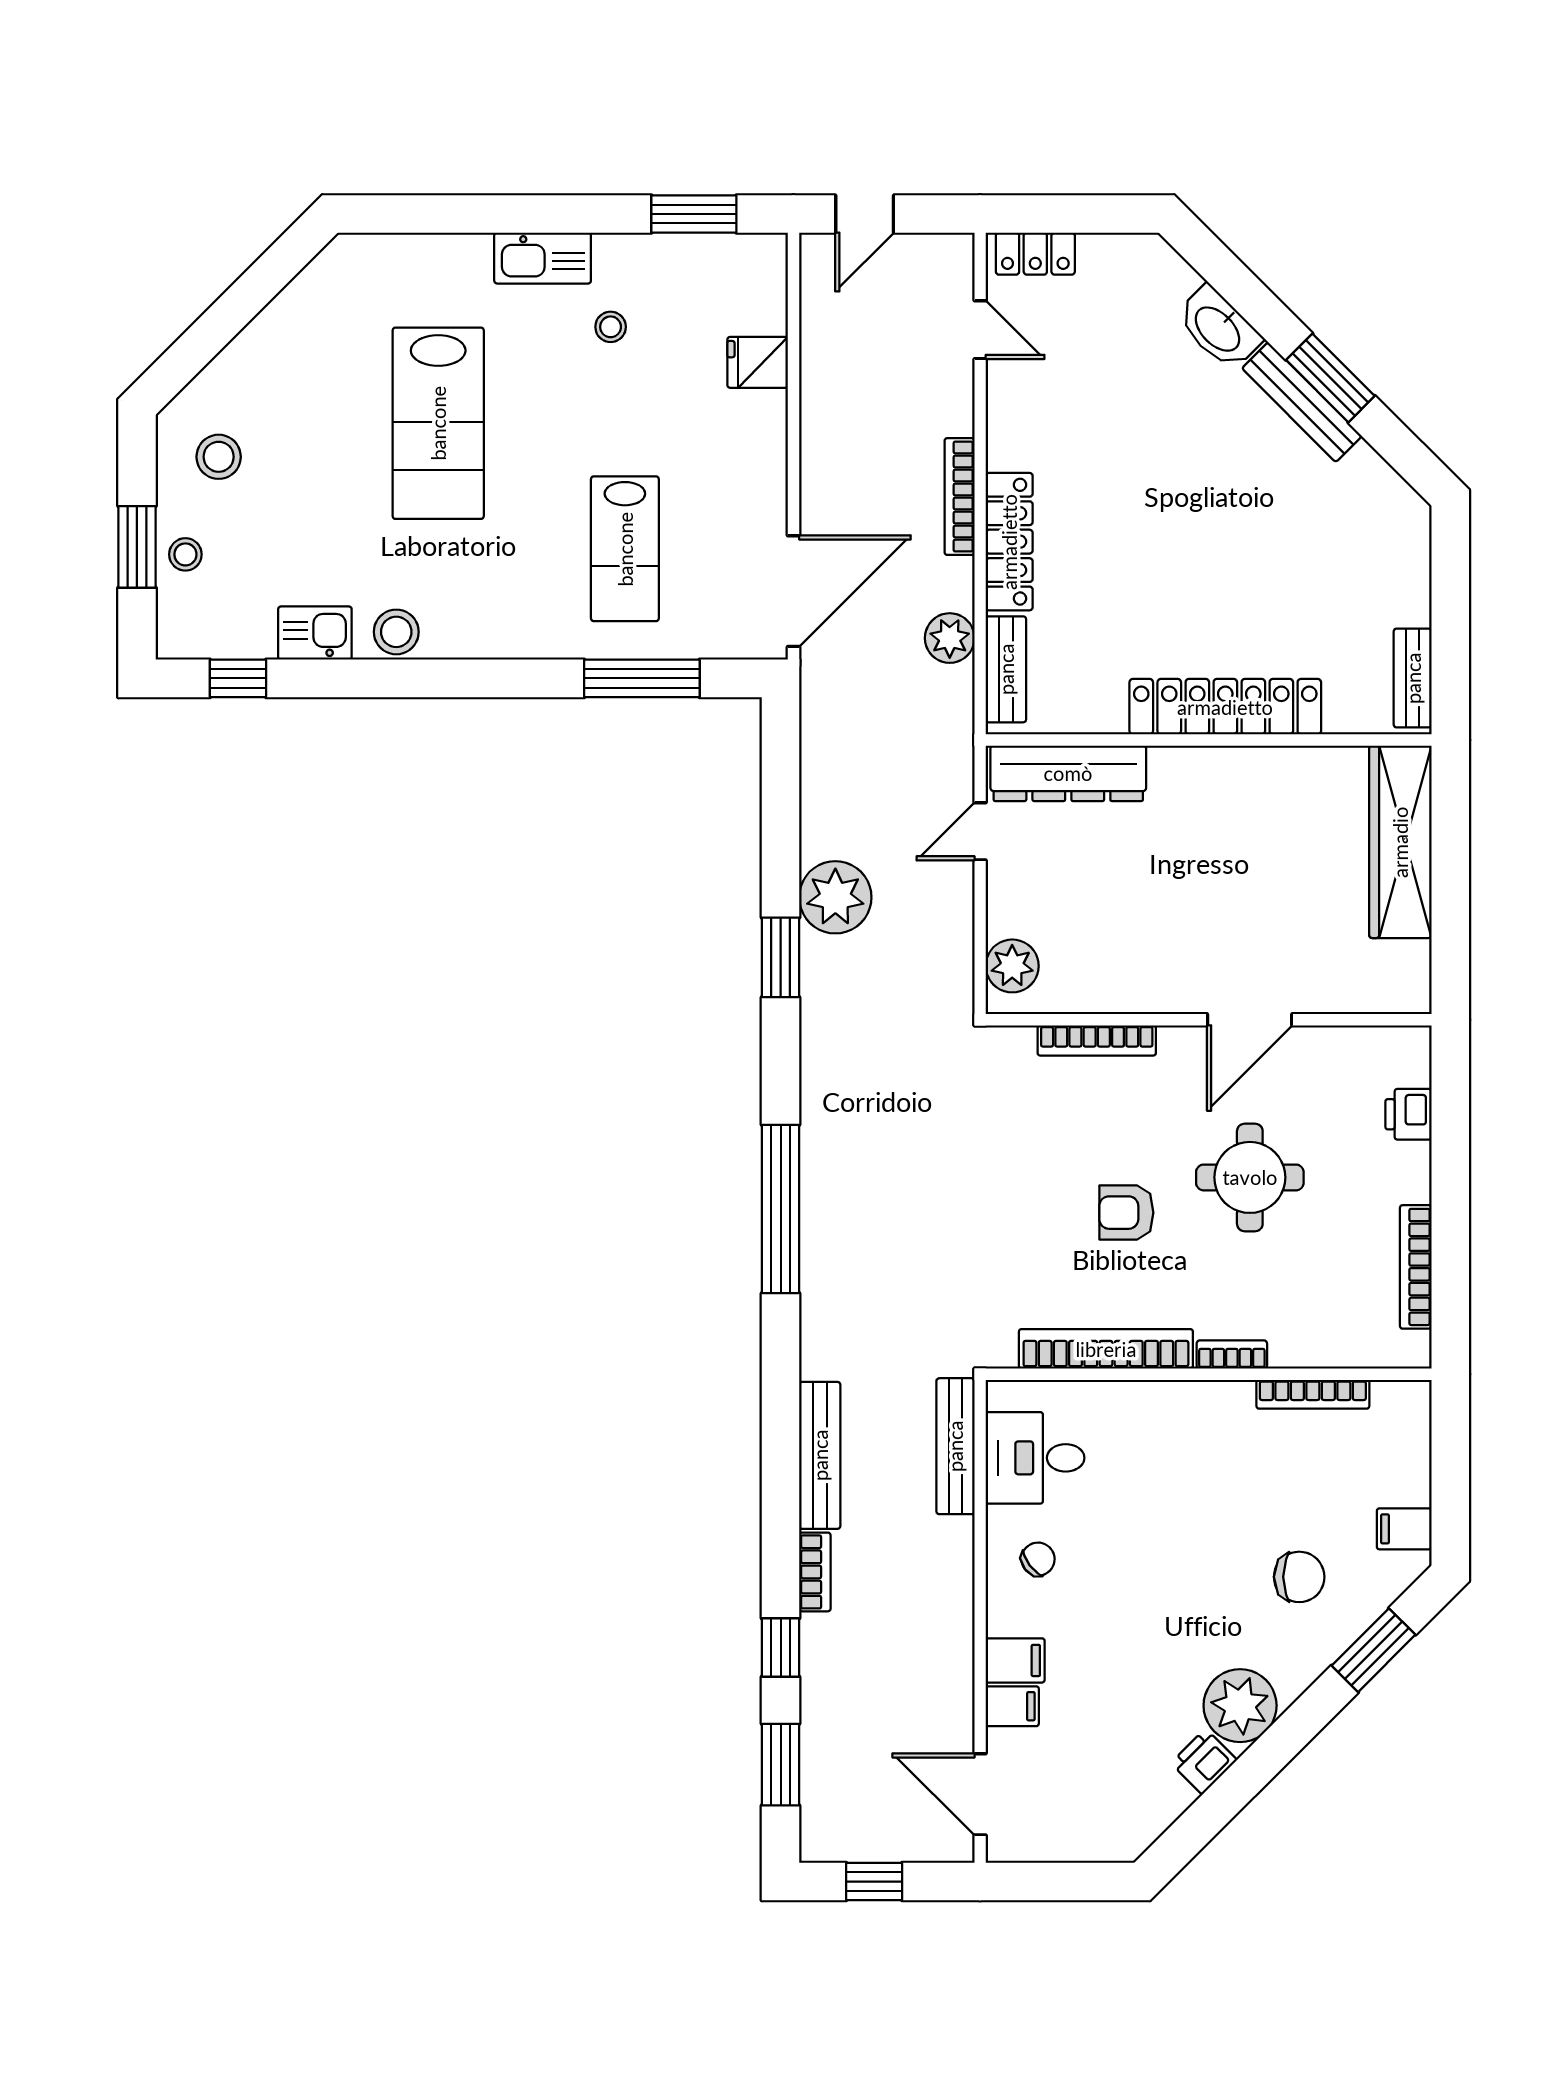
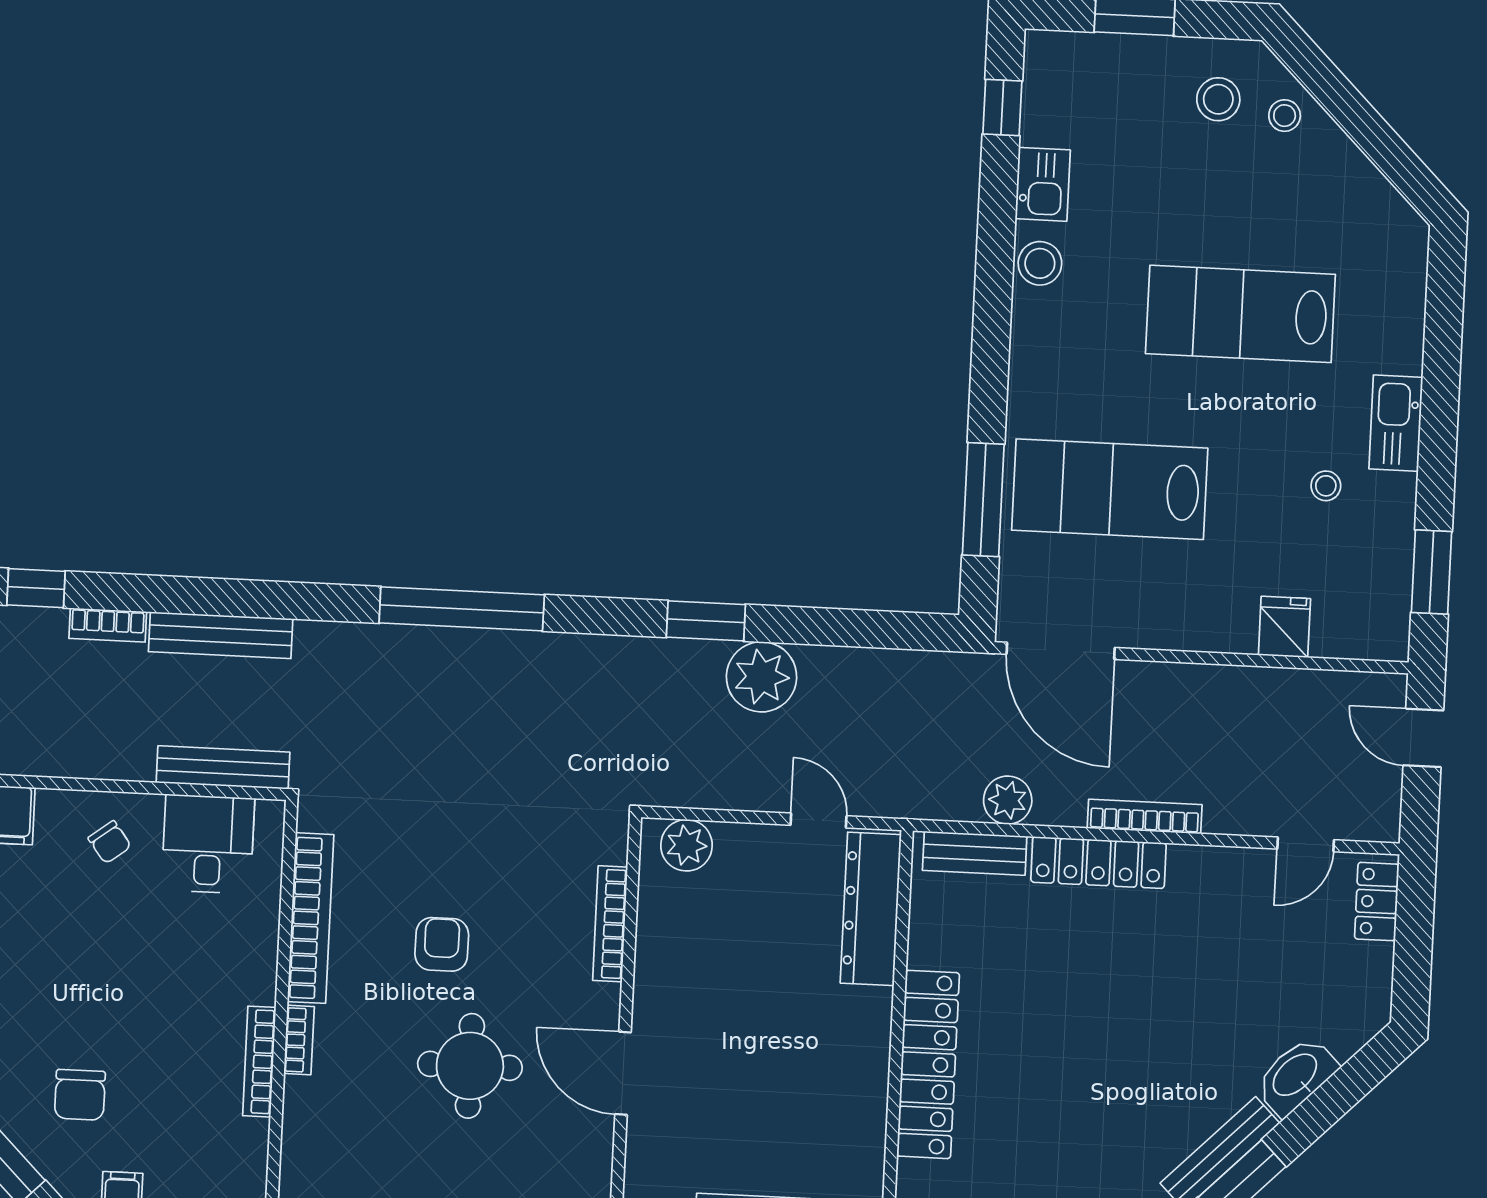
lab bench: (625, 549) -> (1110, 489), width x1.36, depth x1.39
stool: (185, 554) -> (1285, 116), moved
bookcase: (1313, 1394) -> (259, 1062), moved

